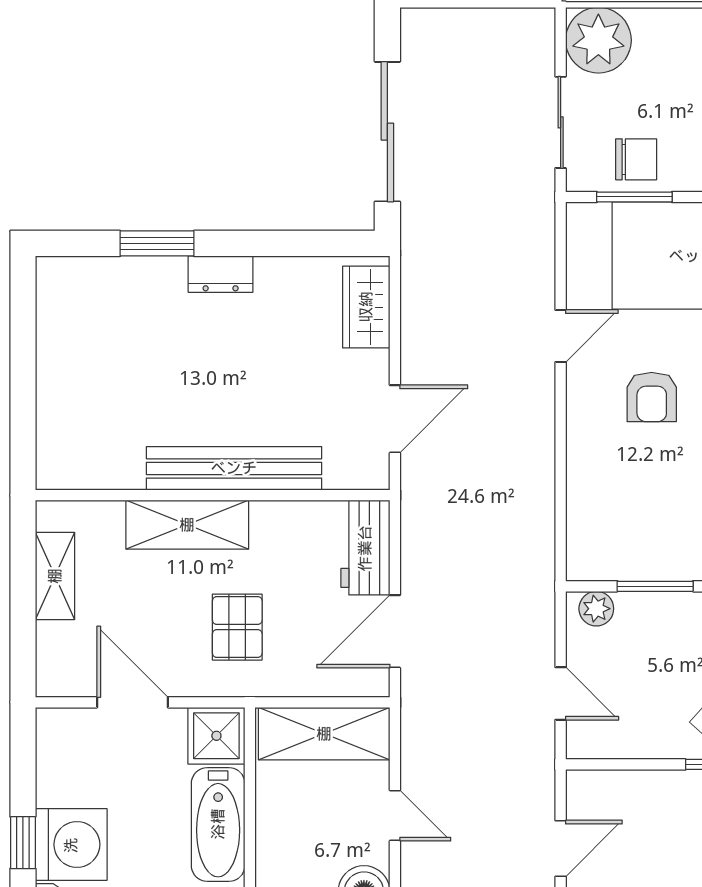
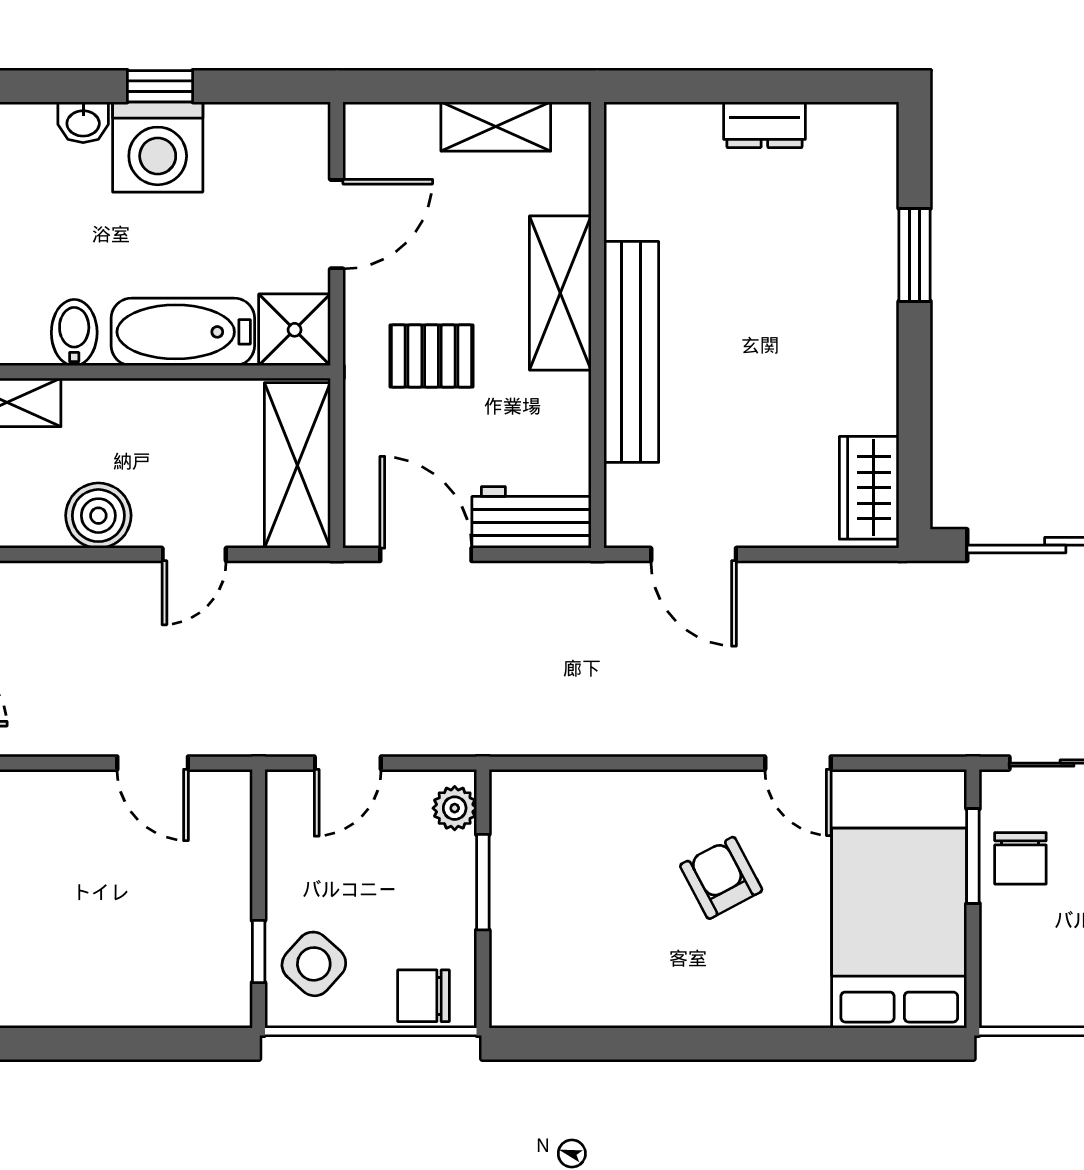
dresser: (221, 274) -> (764, 125), moved, turned -90
wardrobe: (366, 307) -> (869, 488), moved, turned -90
armchair: (652, 397) -> (721, 878), turned 62

